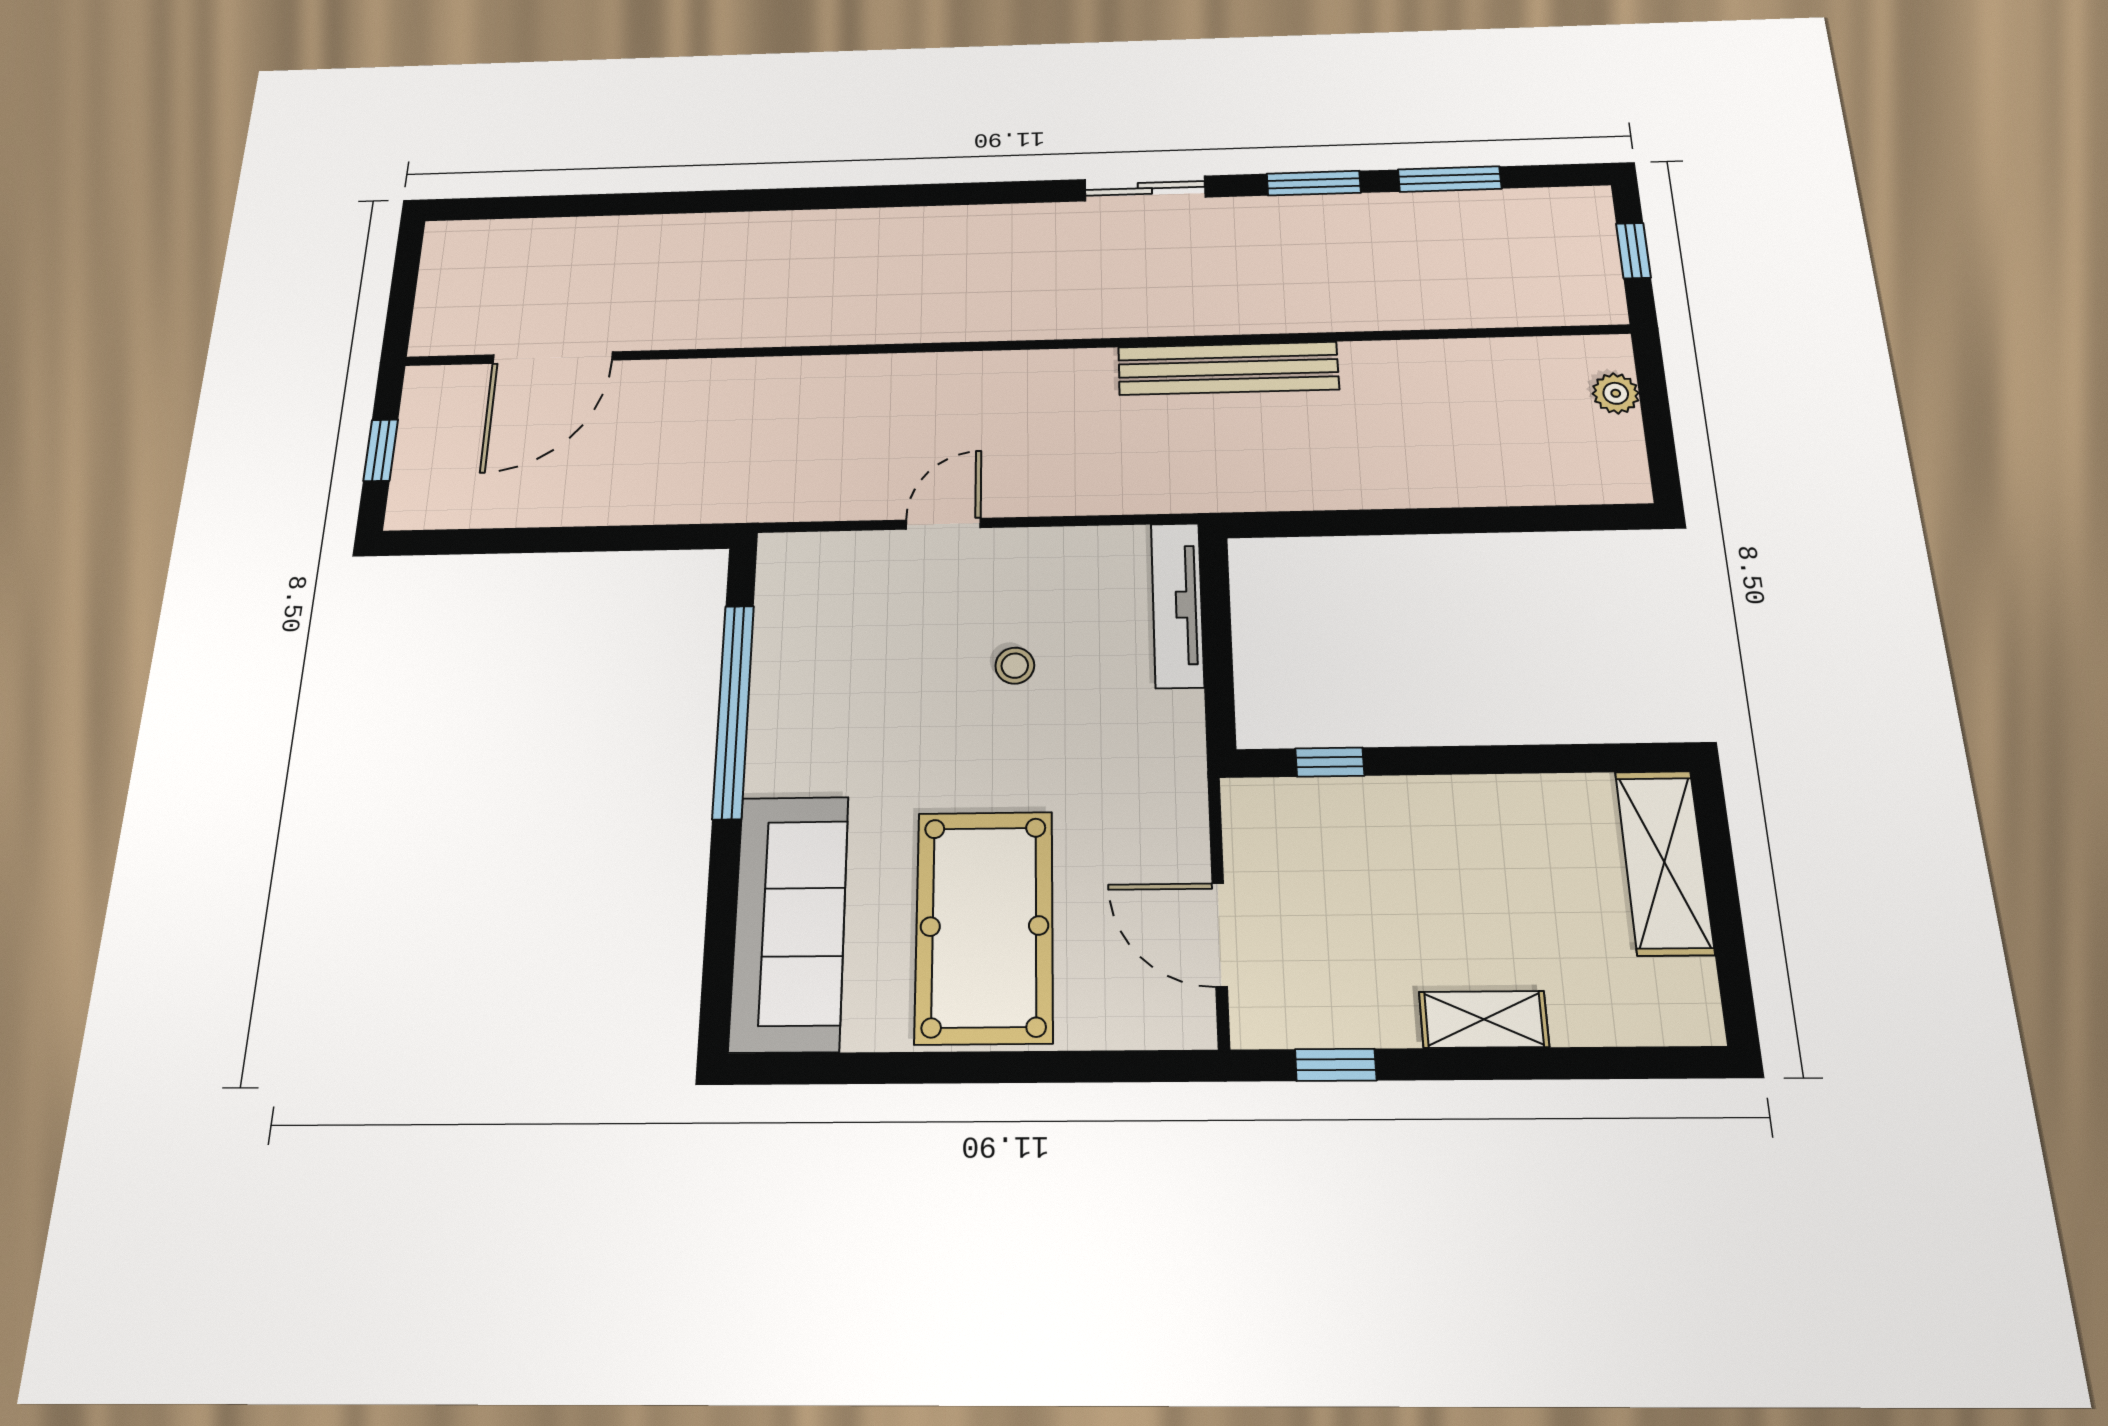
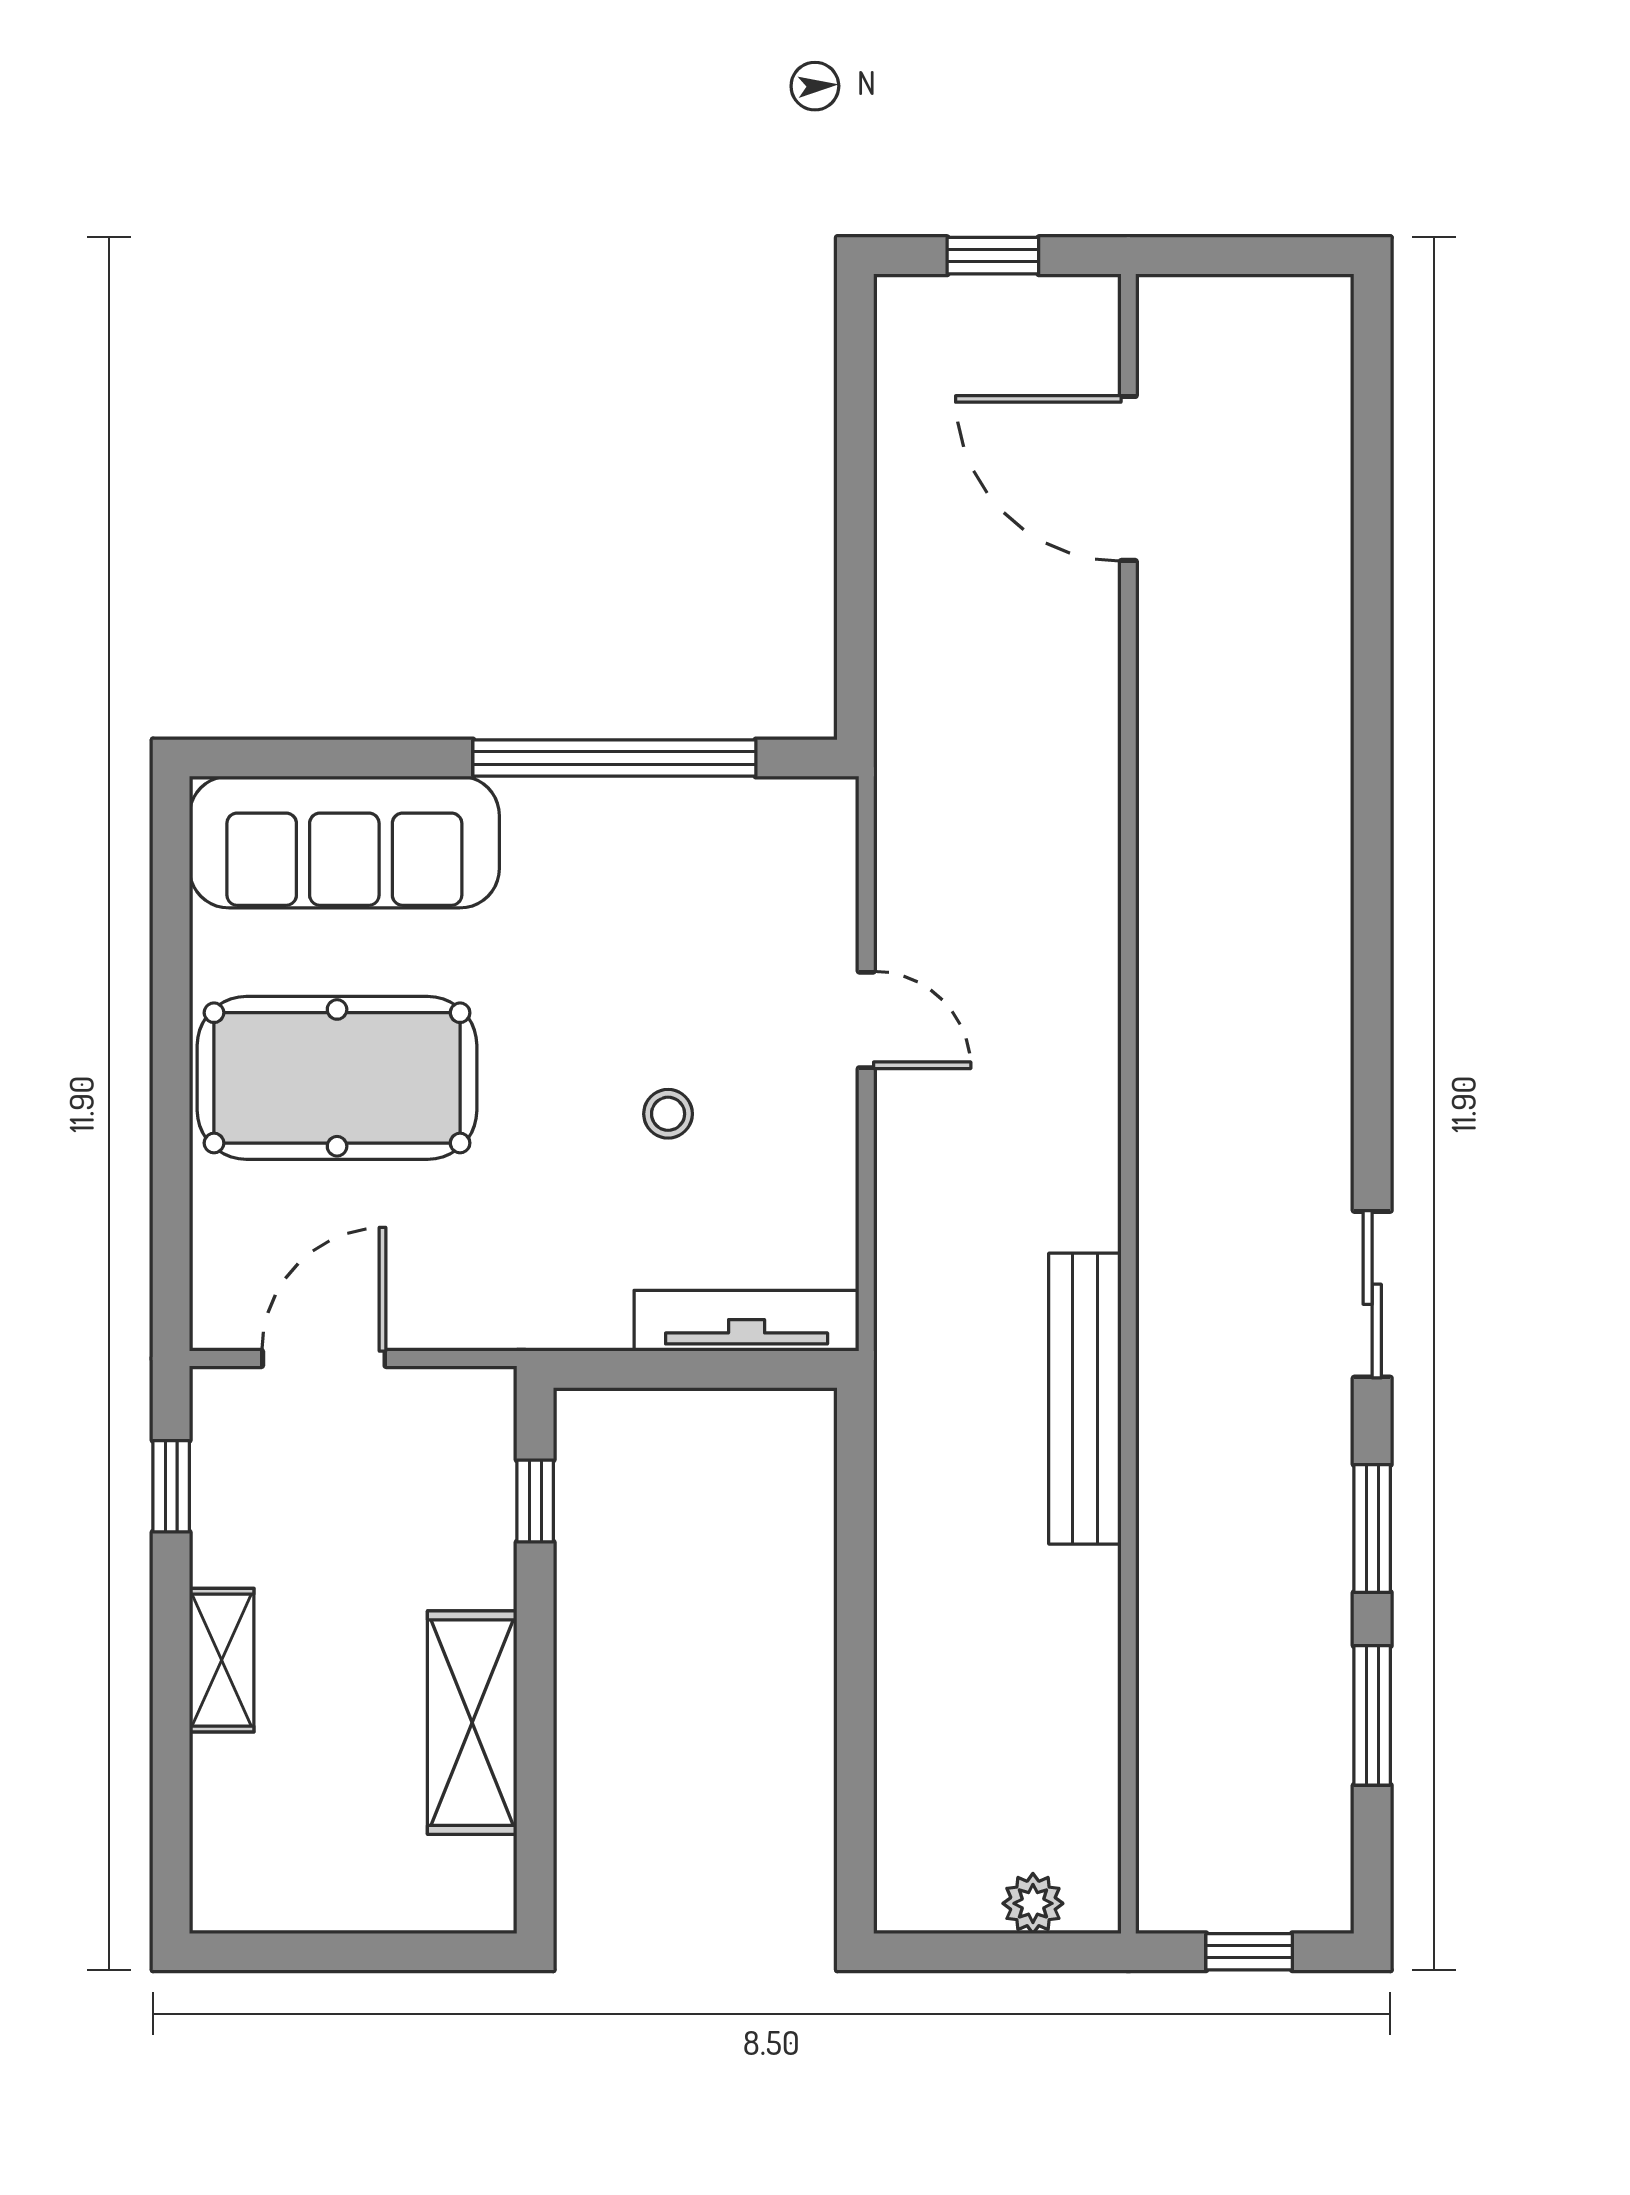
shelving: (1664, 862) -> (472, 1723), moved, turned 90

